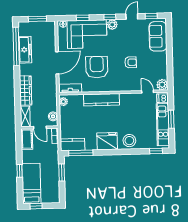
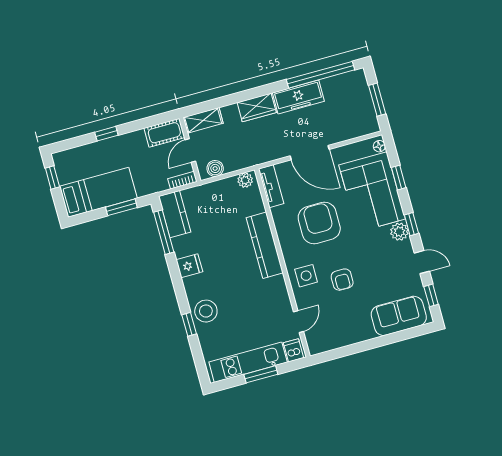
freezer: (25, 50) -> (298, 97), moved
armchair: (97, 67) -> (319, 223), turned -90
side table: (124, 81) -> (306, 276), added
plant: (162, 85) -> (317, 344), removed
wardrobe: (26, 90) -> (257, 107), width x0.67
fridge: (107, 141) -> (189, 266), width x0.53, depth x0.75
window: (156, 151) -> (189, 324), moved
bed: (31, 184) -> (98, 192), moved

